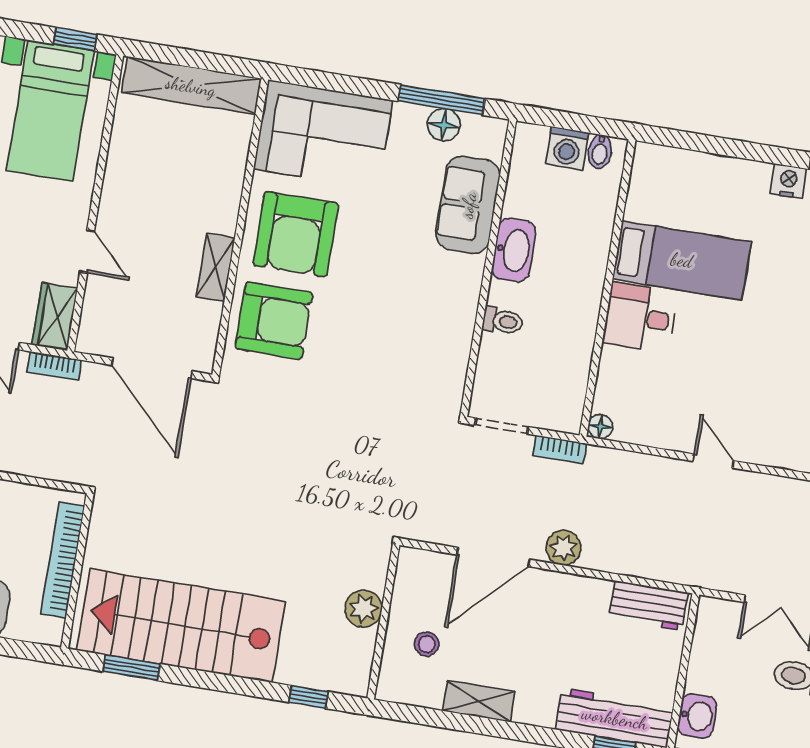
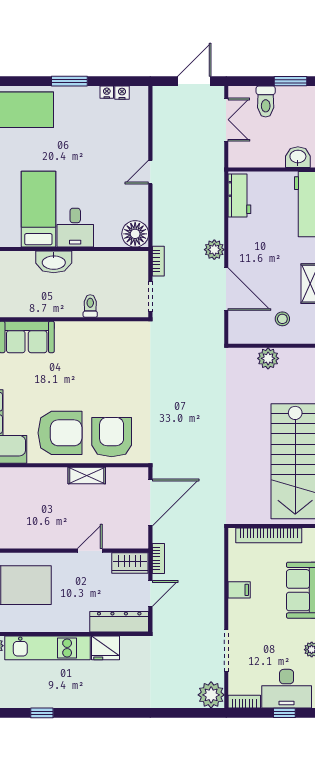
washbasin: (514, 250) -> (54, 262), moved, turned 180
floor lamp: (600, 427) -> (135, 234), width x1.89, depth x1.89

